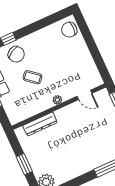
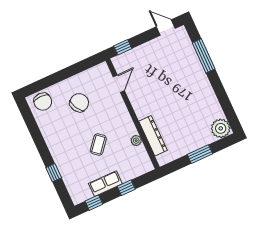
chair: (16, 54) -> (79, 103), moved
plant: (57, 100) -> (136, 141), moved

